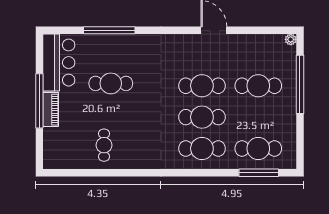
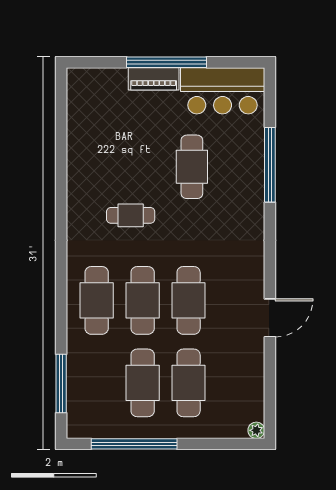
window: (300, 84) -> (134, 444), moved
cafe table: (104, 145) -> (131, 215), moved
cafe table: (258, 148) -> (143, 383), moved

